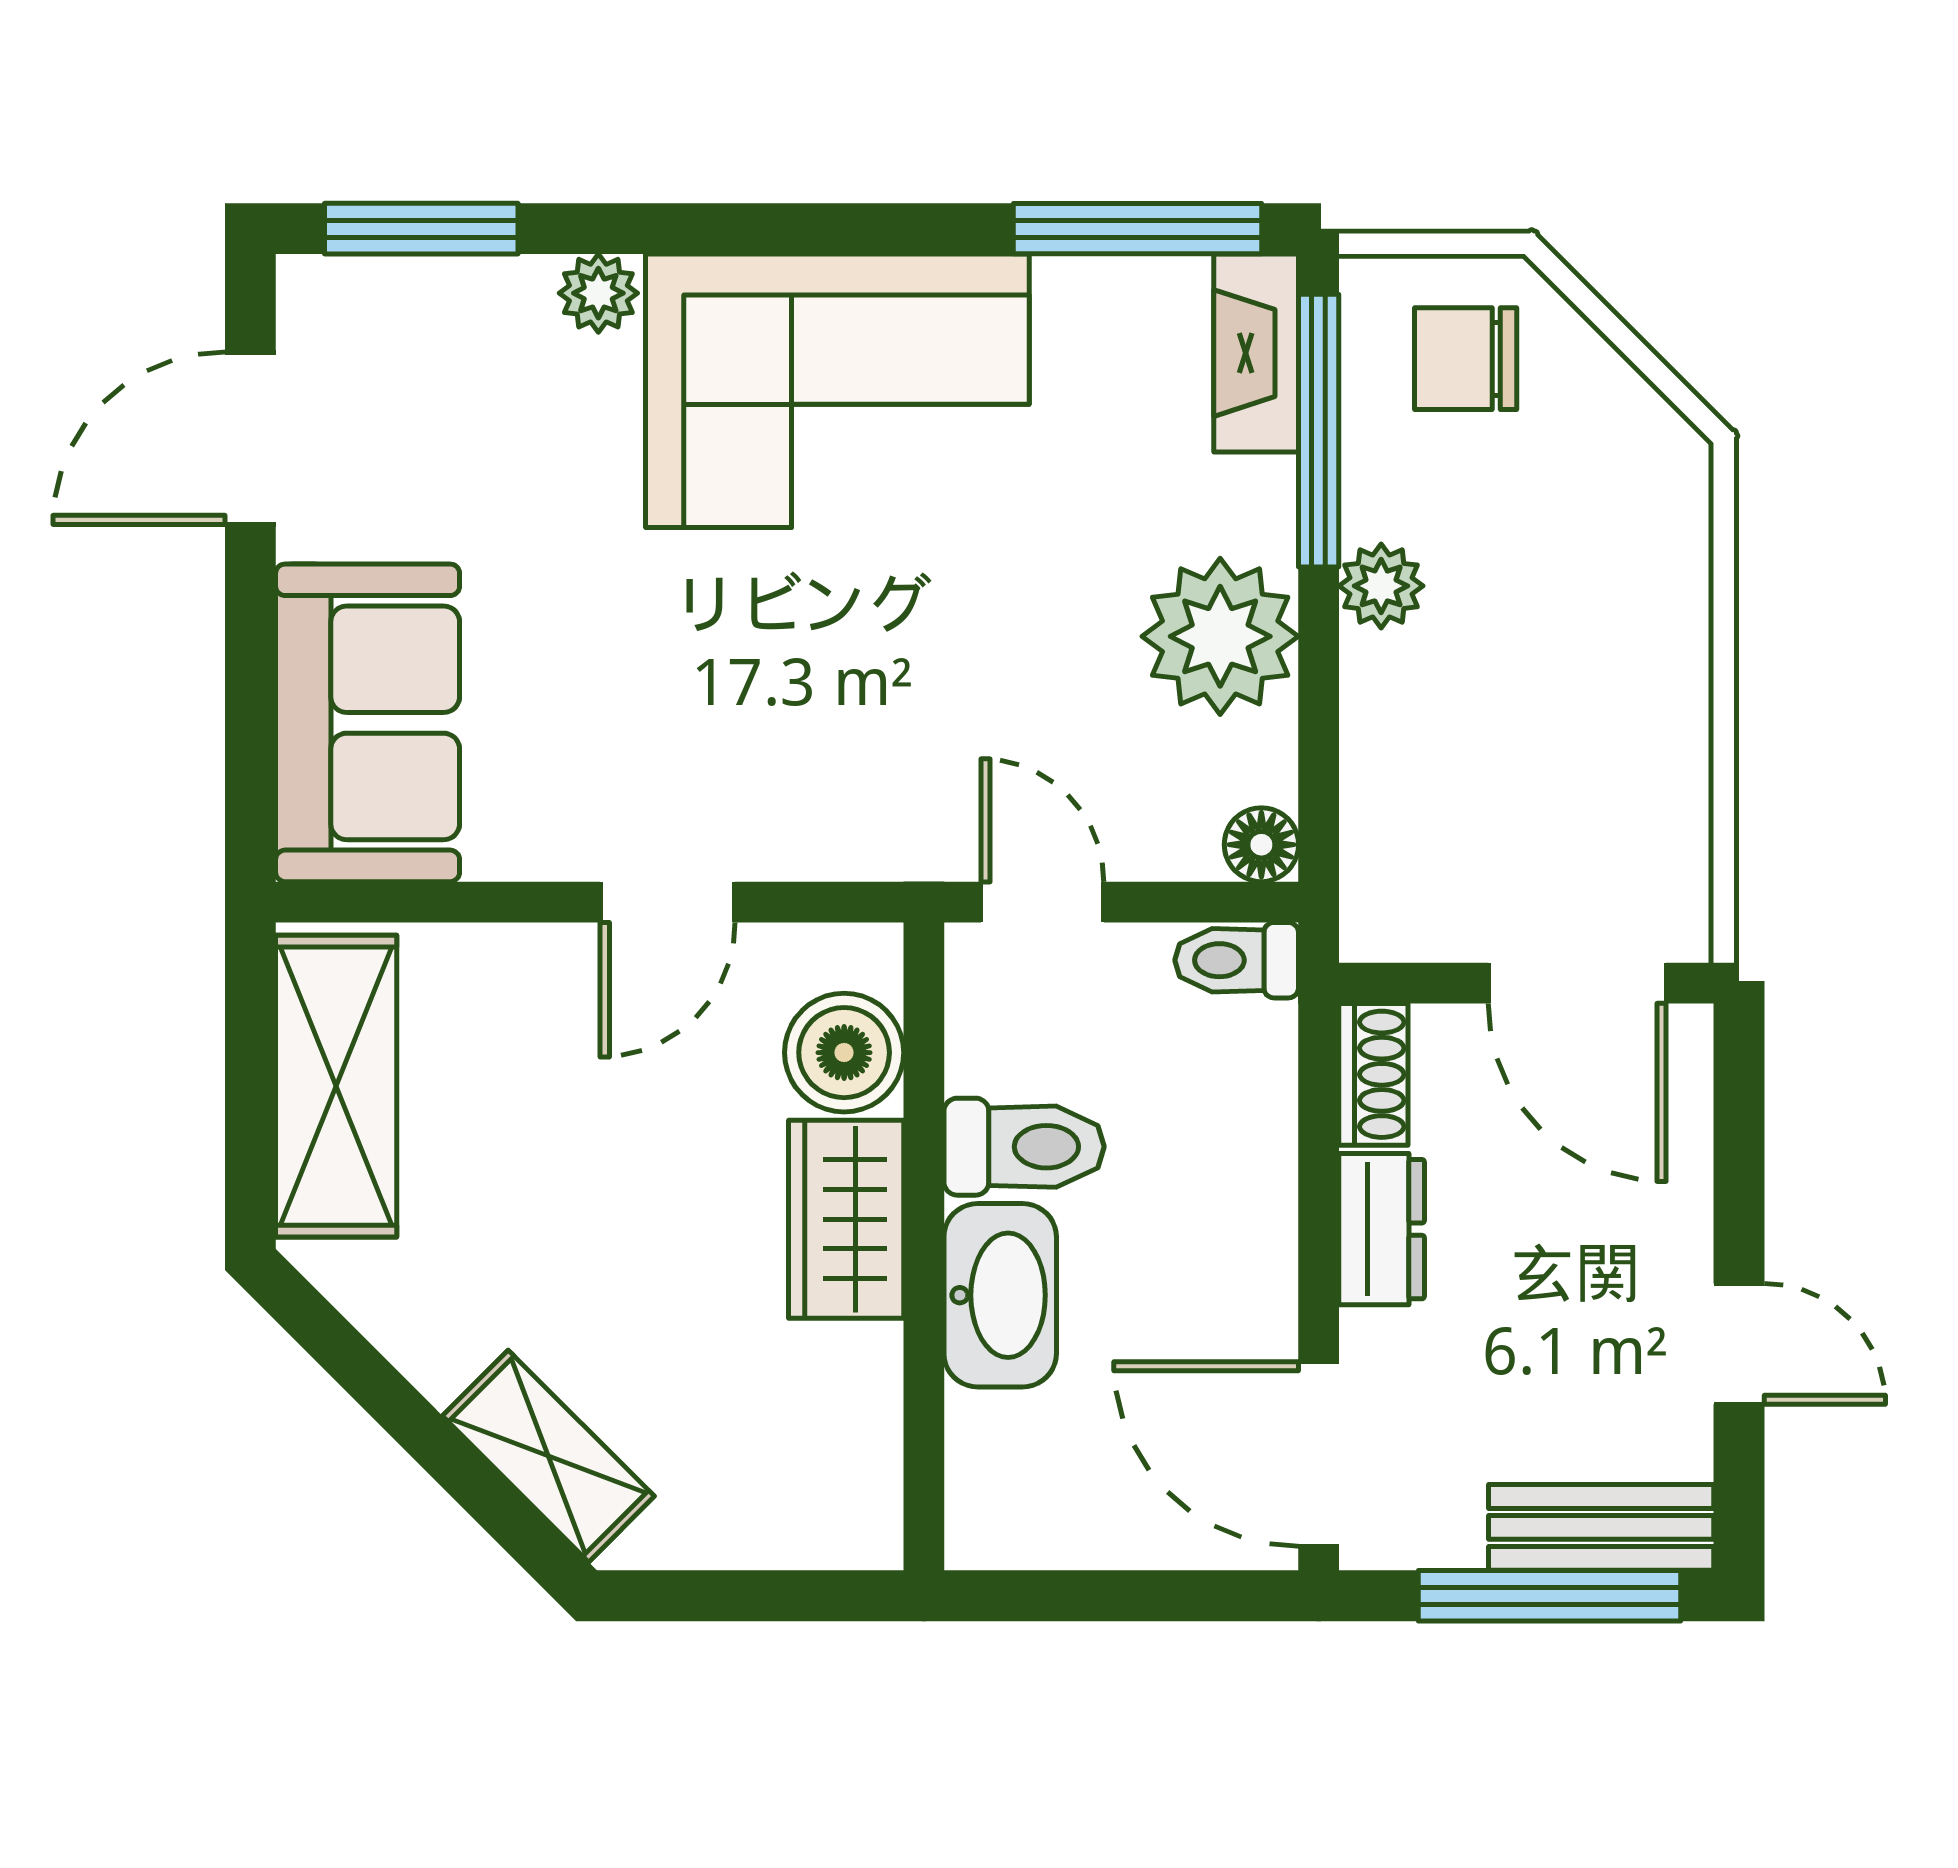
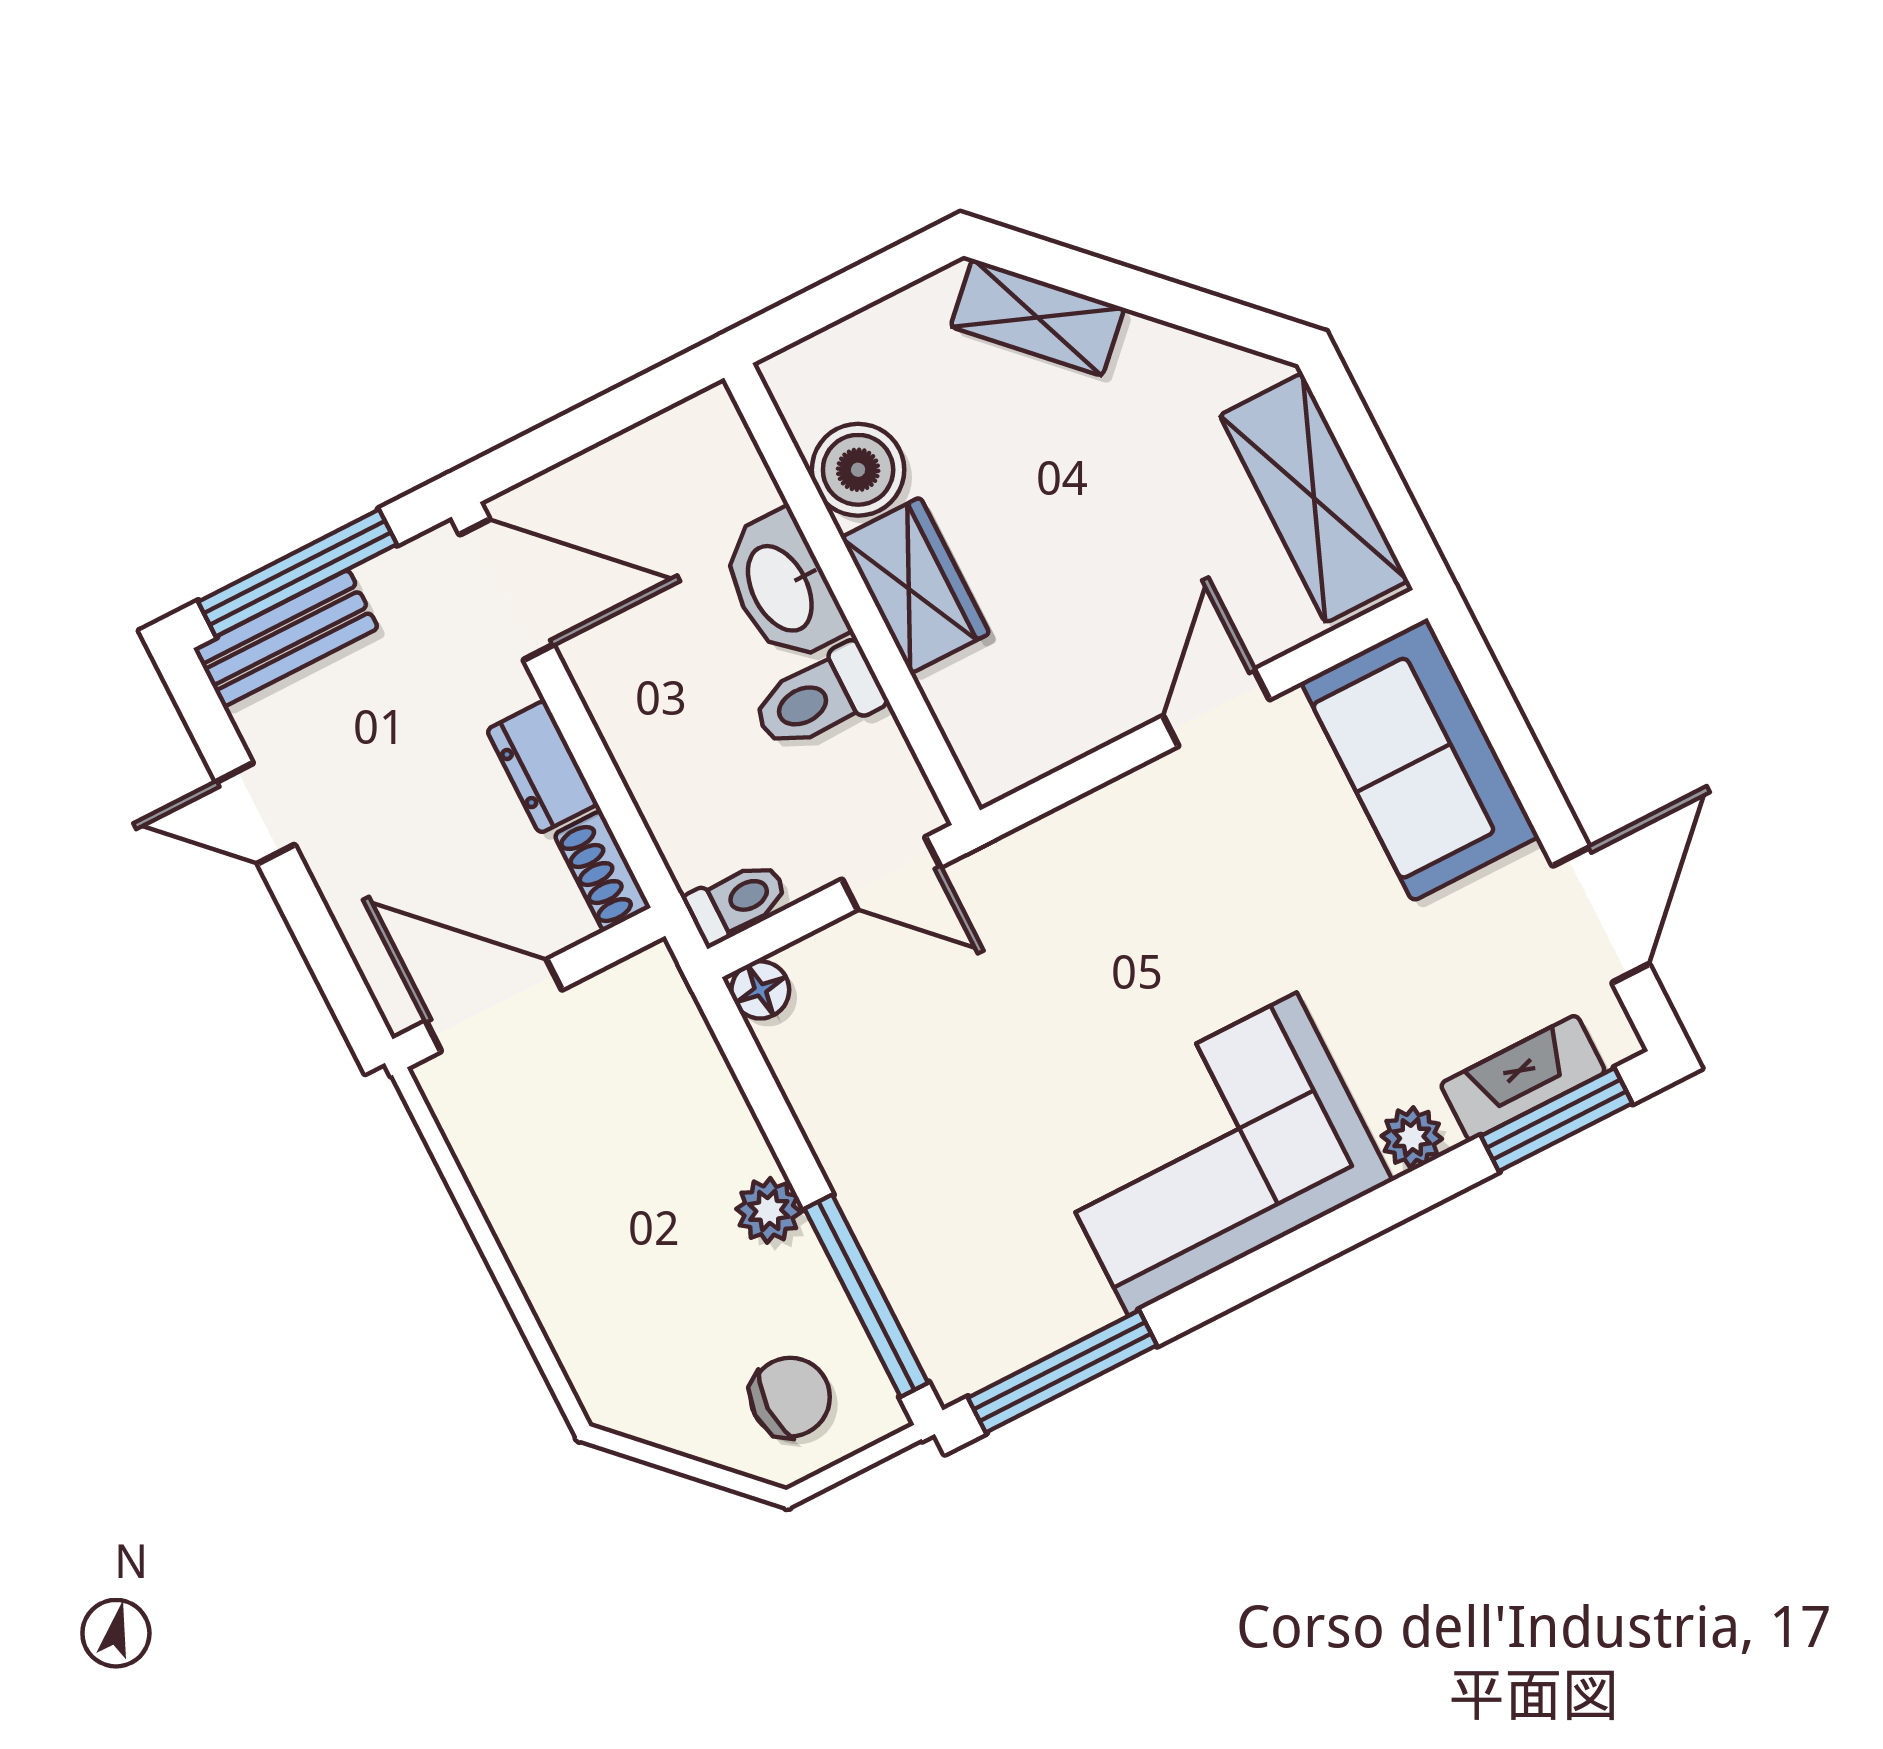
fireplace: (1256, 353) -> (1523, 1078), moved, turned -90
plant: (1220, 636) -> (862, 1119), removed
door: (668, 902) -> (1216, 708), moved
boiler: (844, 1053) -> (858, 470), moved

